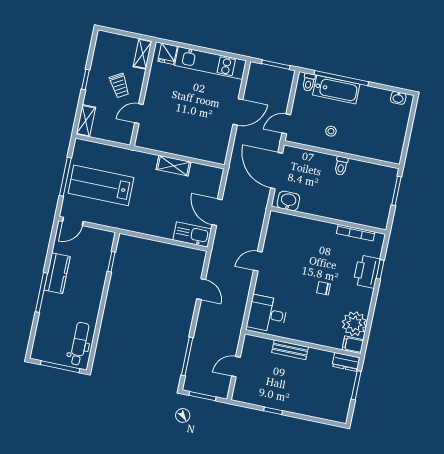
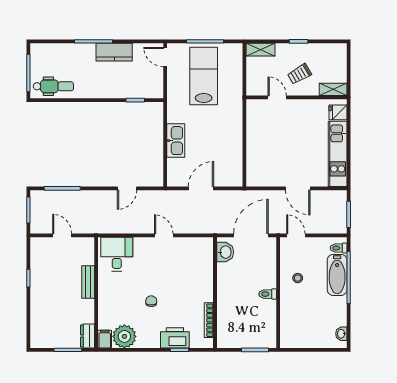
shelving: (174, 166) -> (236, 139), removed
kitchen sink: (192, 235) -> (176, 141), moved

